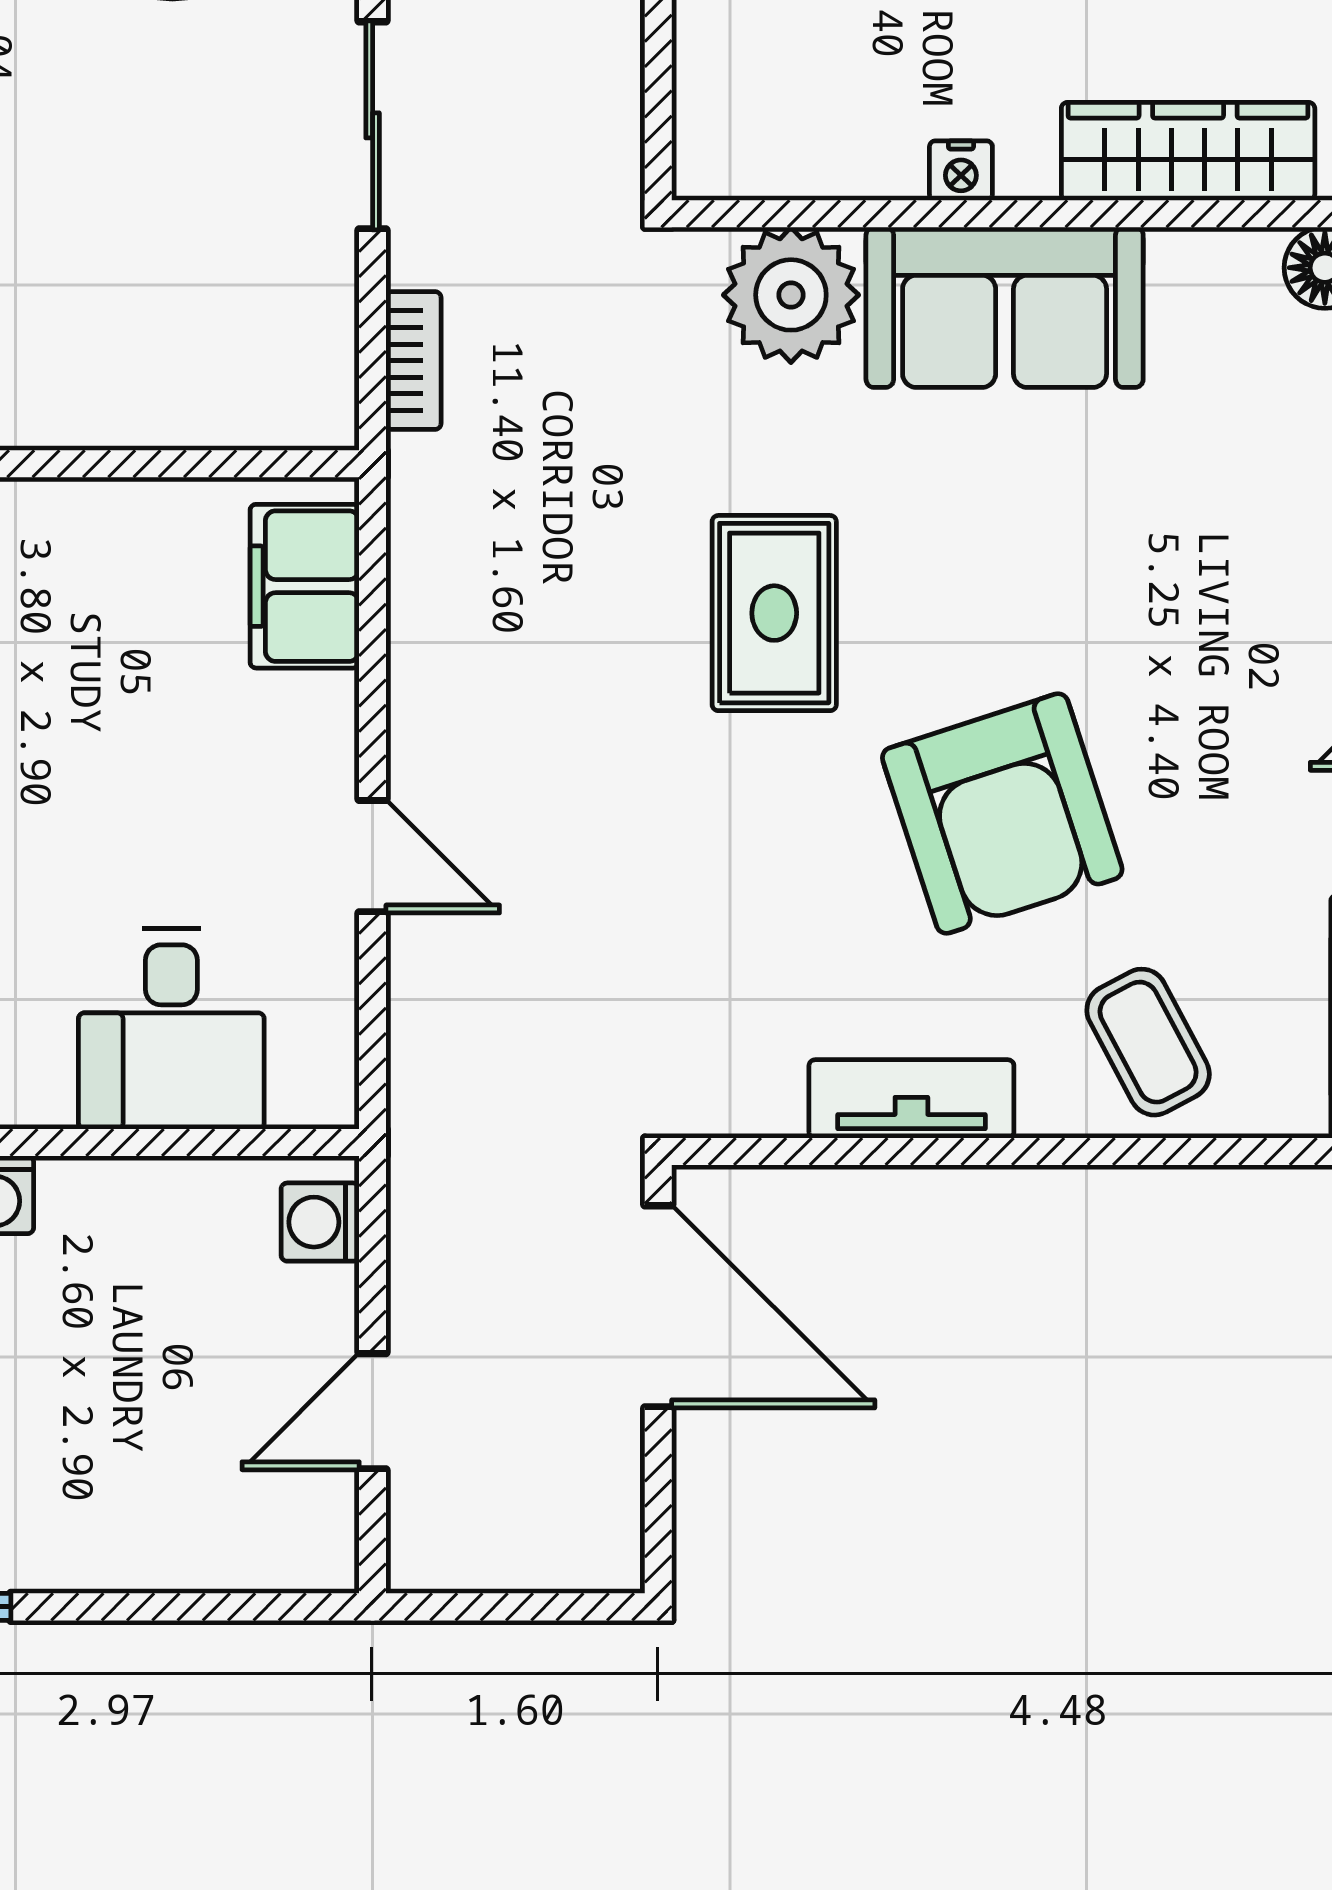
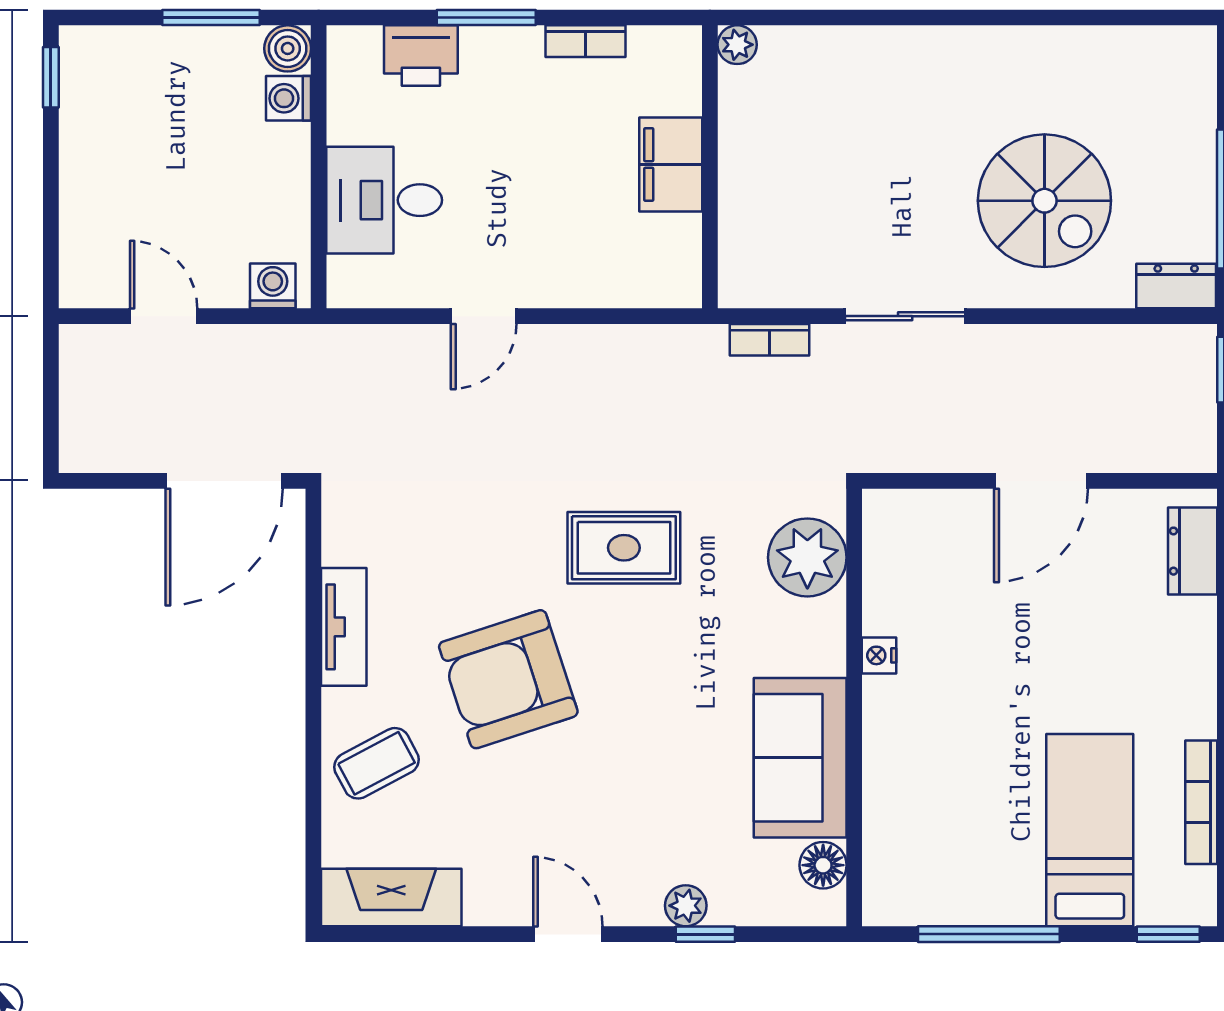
wardrobe: (1188, 151) -> (890, 786), removed
sofa: (1005, 307) -> (800, 758), moved
filing cabinet: (305, 586) -> (671, 165), moved, turned -90

